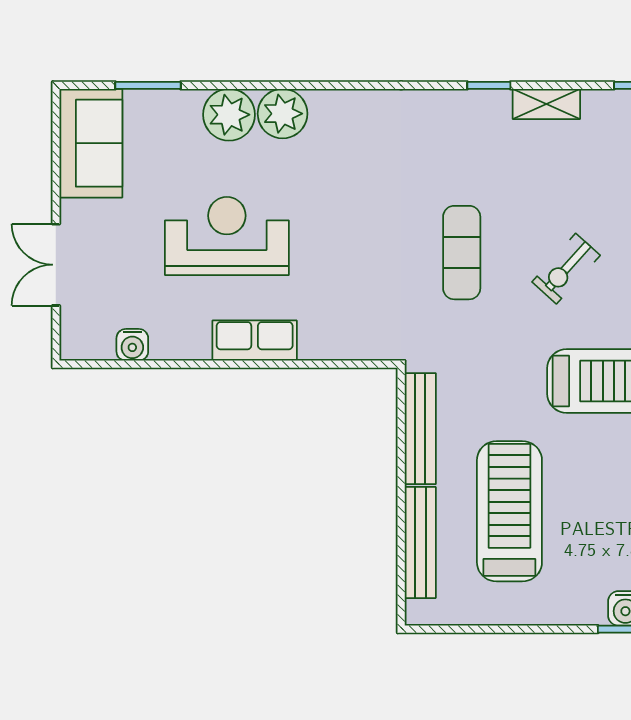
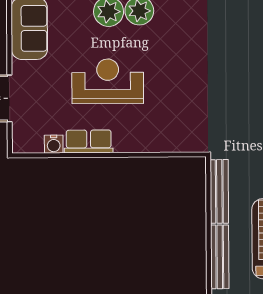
exercise mat: (462, 253) -> (243, 90), removed
row of seats: (255, 341) -> (89, 141), moved

